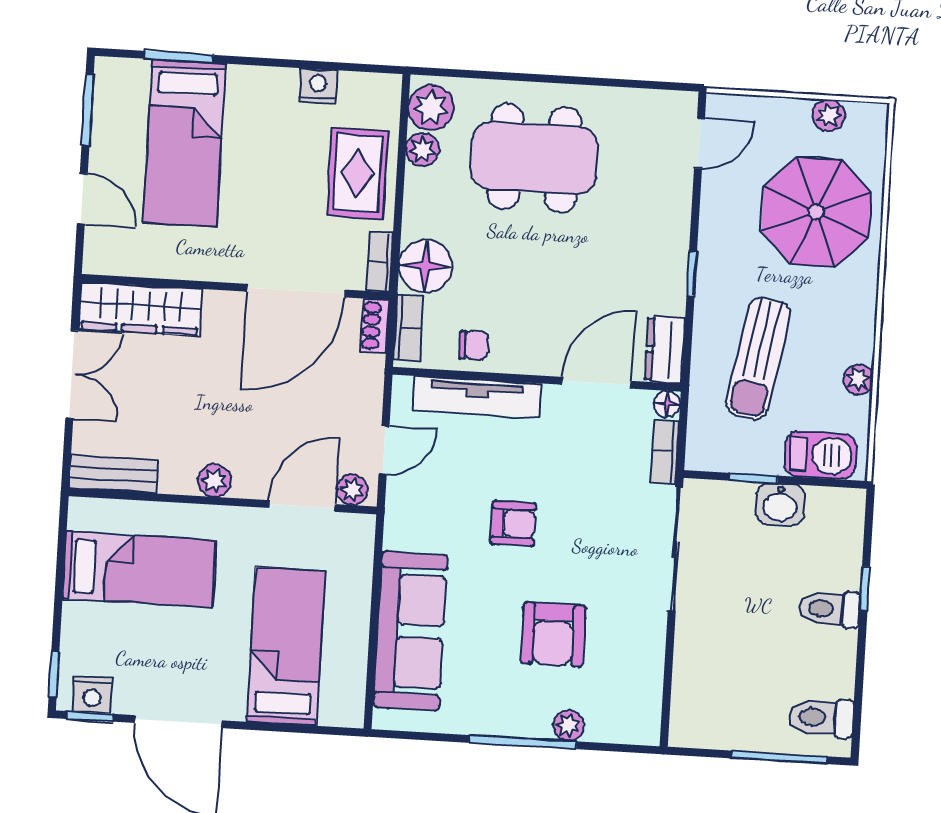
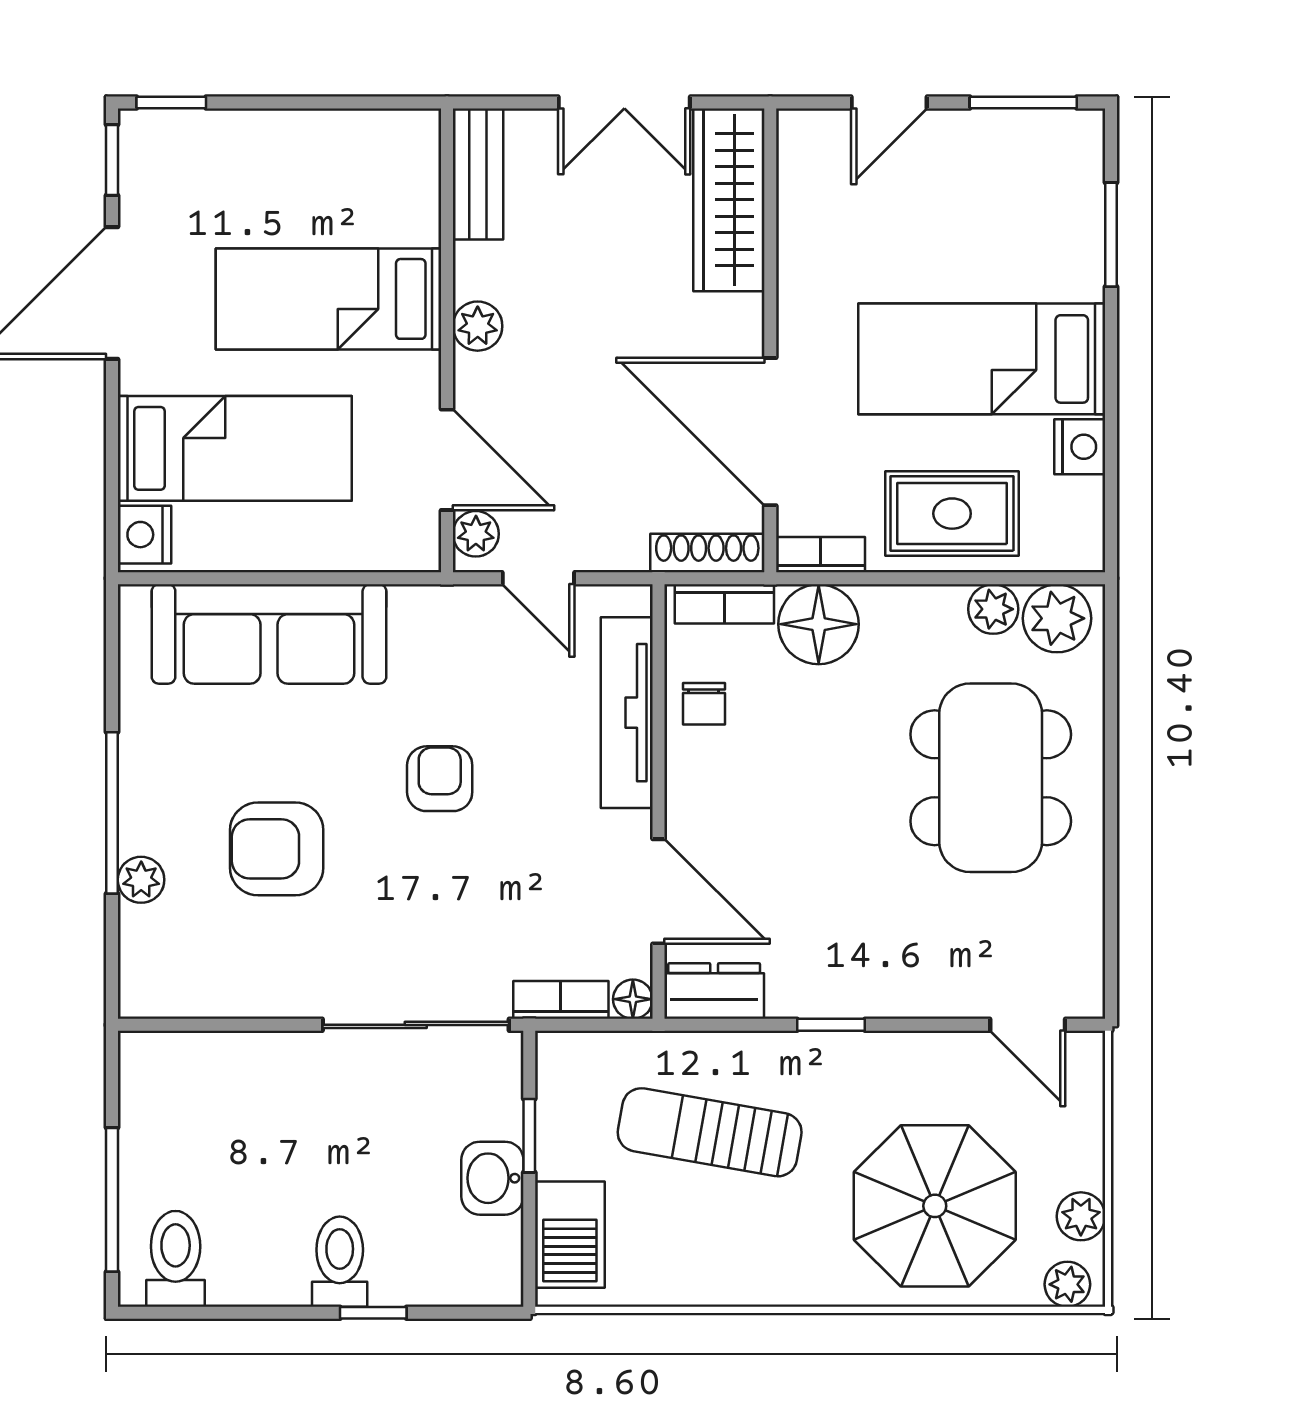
bed: (184, 143) -> (982, 359), moved
shoe rack: (375, 326) -> (707, 553), width x1.43
plant: (858, 380) -> (1067, 1284), moved
armchair: (513, 523) -> (440, 779), turned 180
bed: (139, 570) -> (329, 299), moved, turned 90
nightstand: (92, 695) -> (145, 535), moved

